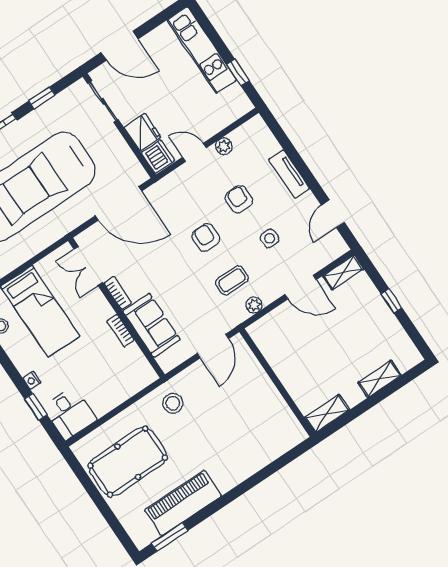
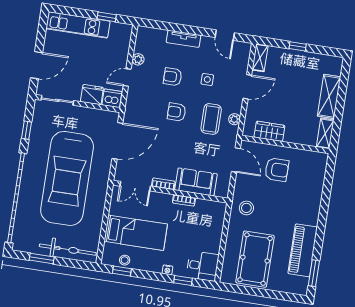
coffee table: (232, 280) -> (211, 119), width x1.36, depth x1.30
wardrobe: (275, 353) -> (269, 131), added
shelving: (379, 379) -> (329, 96), width x1.50, depth x1.33
armchair: (242, 398) -> (277, 170), added

